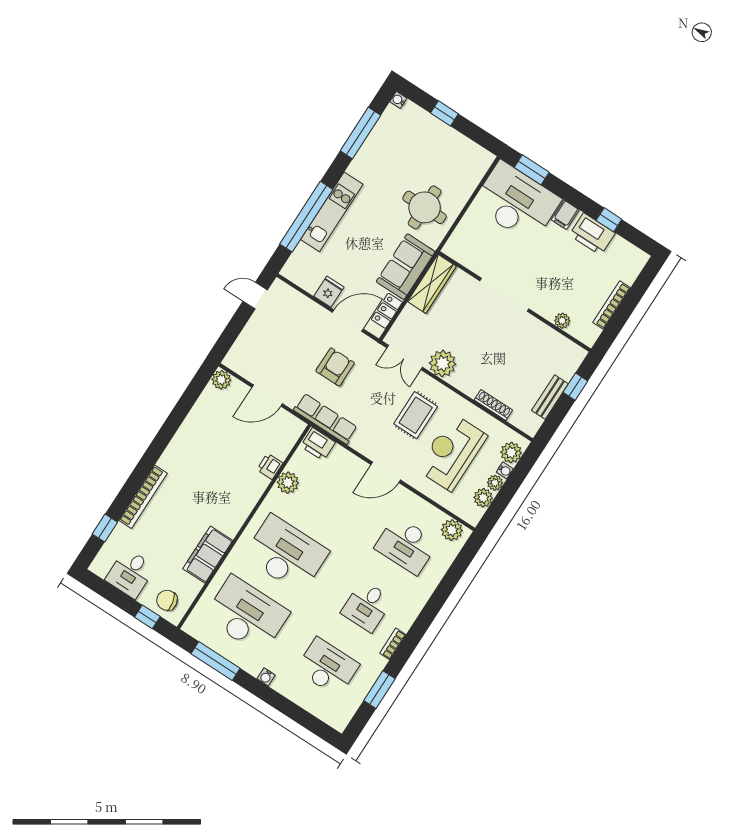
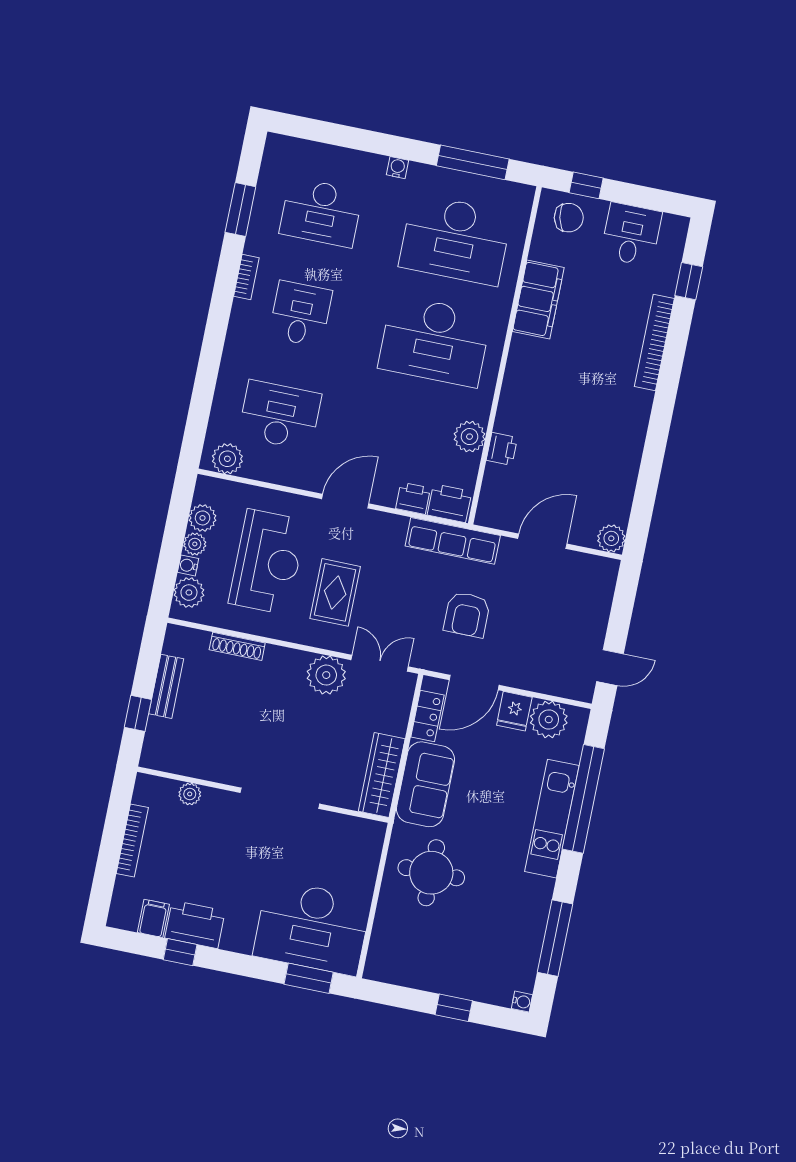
filing cabinet: (565, 215) -> (153, 918), moved
plant: (309, 277) -> (549, 719), added
printer: (341, 457) -> (413, 498), added

